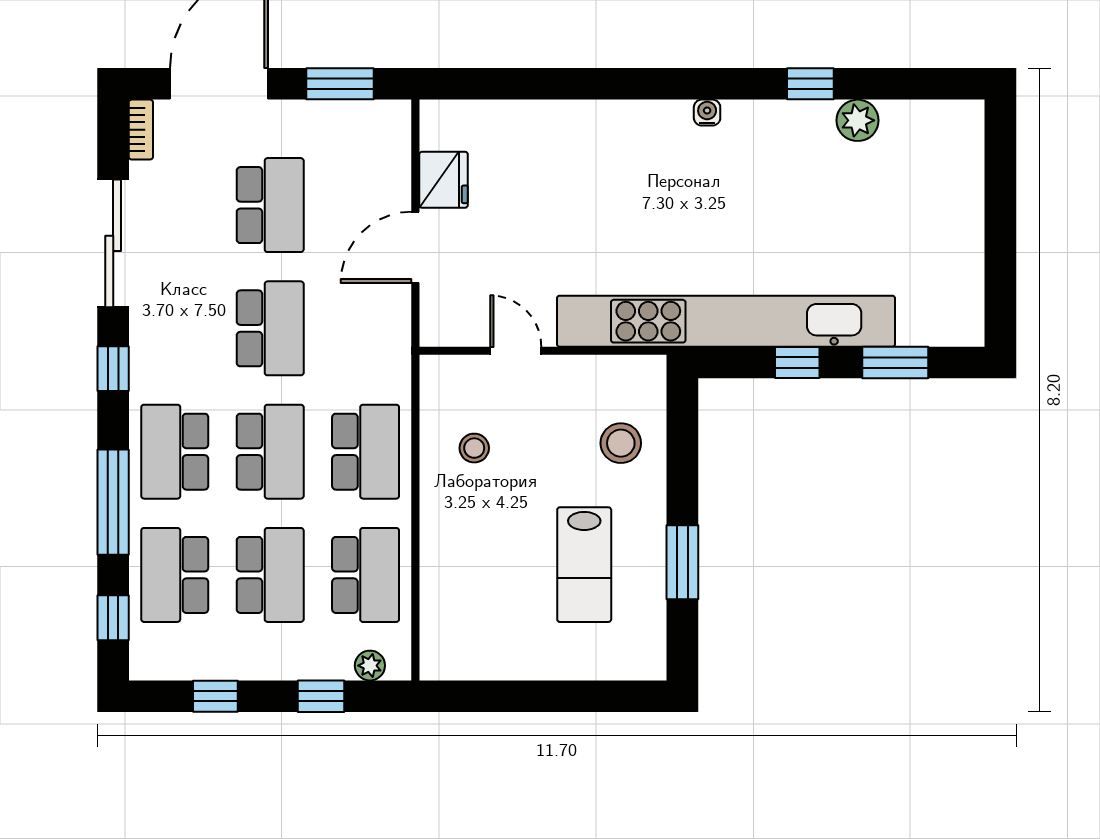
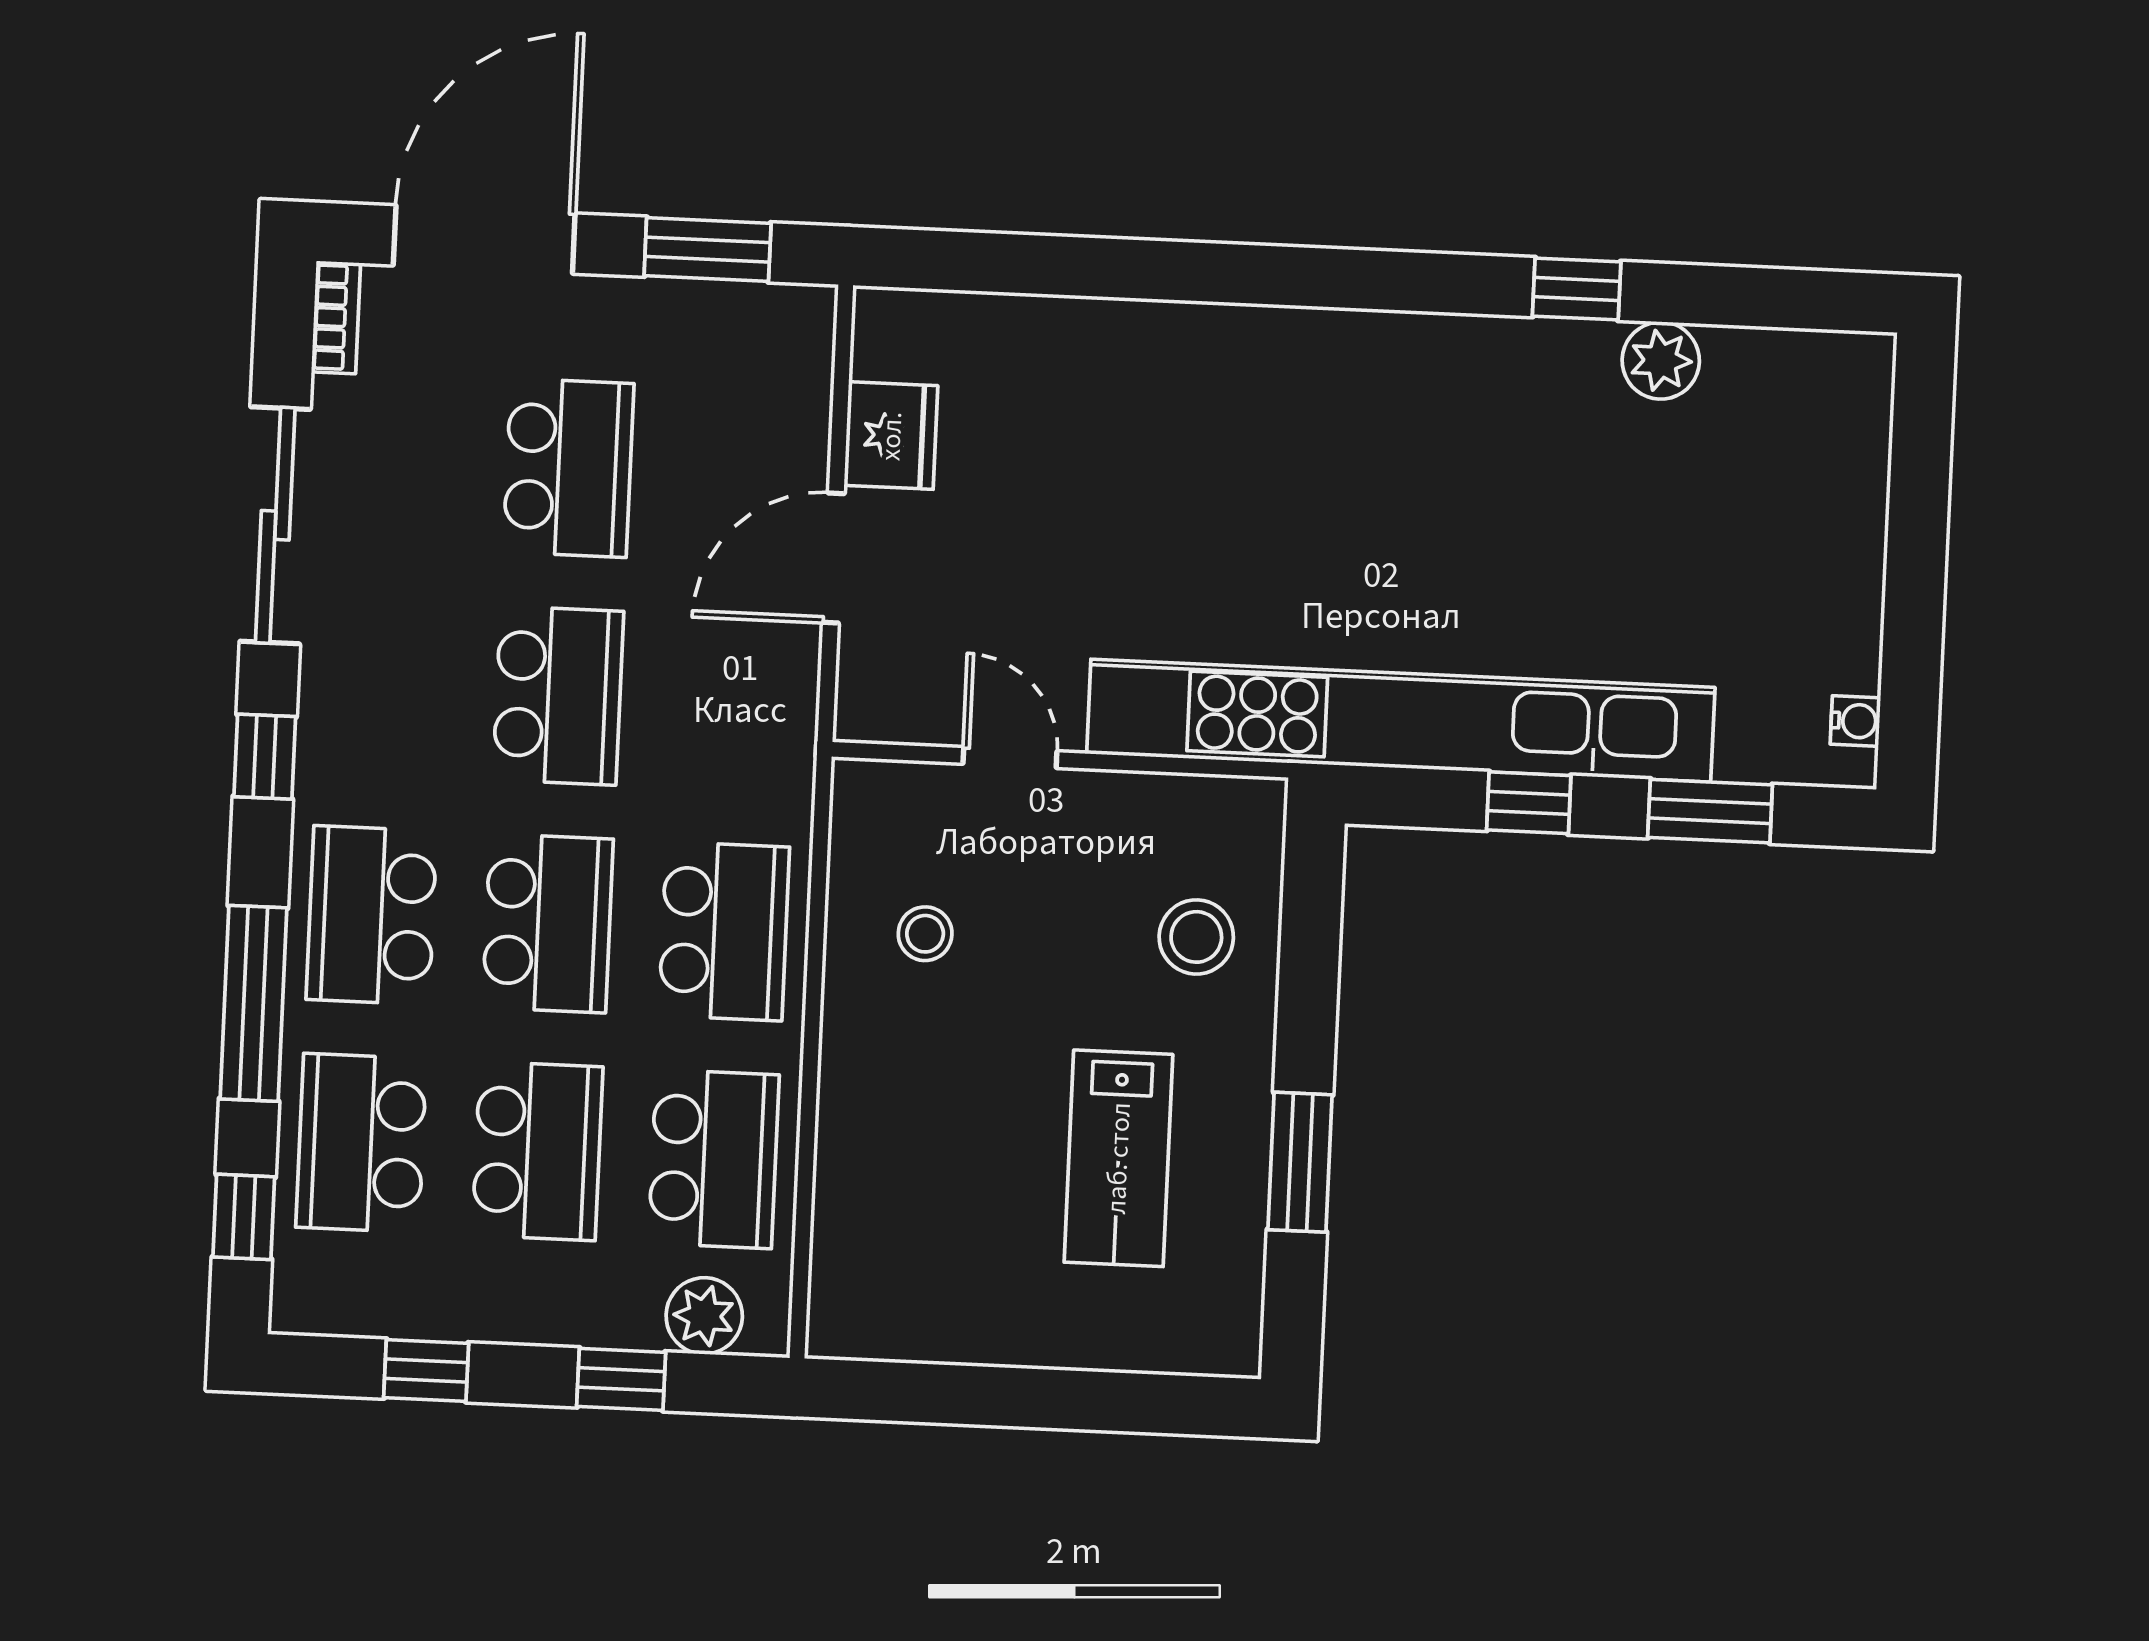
water cooler: (707, 113) -> (1855, 721), moved, turned 90
plant: (370, 666) -> (704, 1316), width x1.38, depth x1.38

